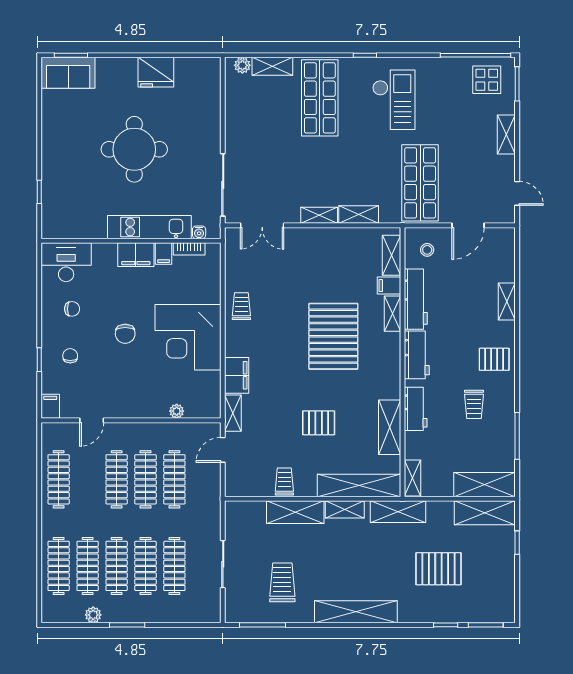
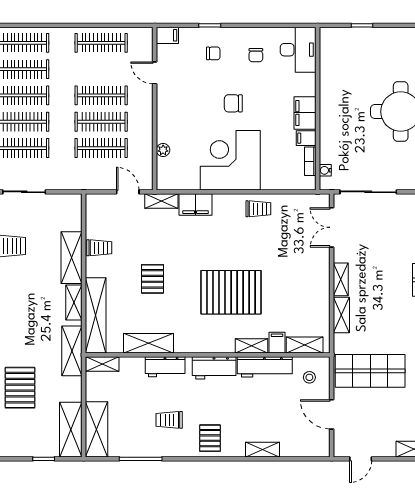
kitchen unit: (149, 227) -> (330, 125), removed

